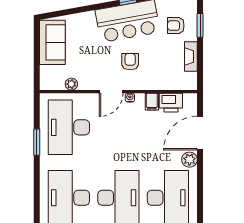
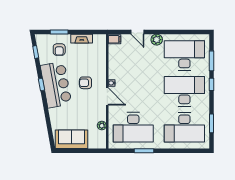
filing cabinet: (152, 102) -> (114, 39), moved
printer: (171, 103) -> (115, 53), removed
door: (200, 133) -> (137, 32), width x0.53

